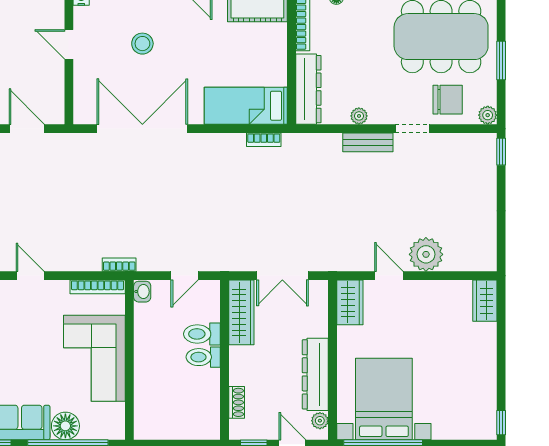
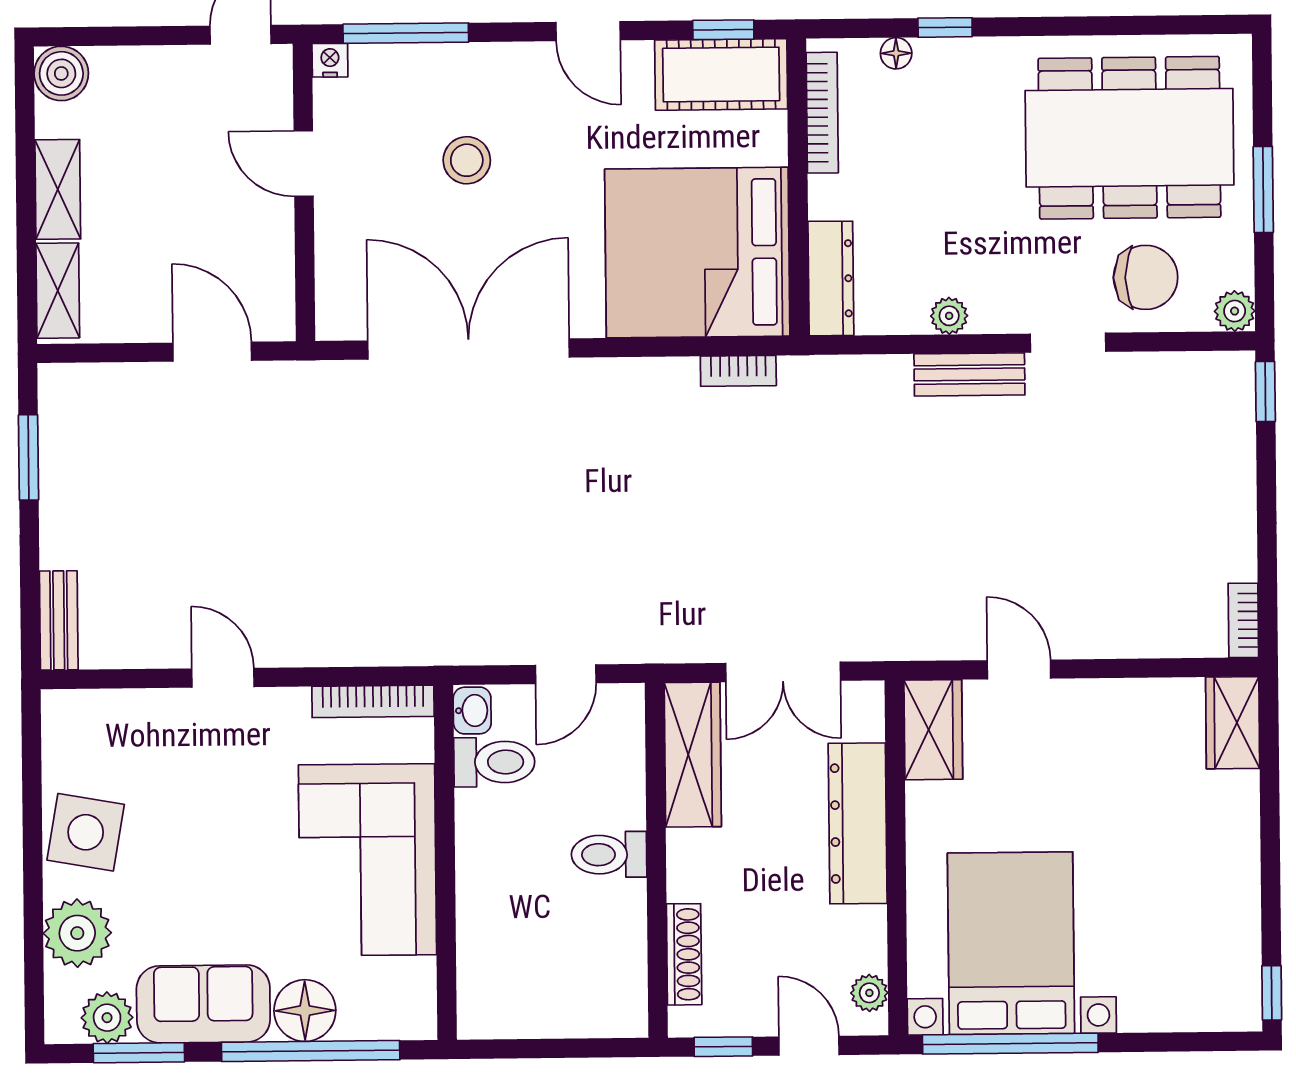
dresser: (308, 89) -> (831, 278), width x0.73, depth x0.80
bed: (246, 106) -> (697, 253), width x2.04
plant: (426, 254) -> (1101, 621), removed
bookcase: (119, 265) -> (1243, 620), moved, turned -90
toilet: (202, 334) -> (494, 762), moved, turned 180
dresser: (315, 374) -> (858, 823), moved
shoe rack: (237, 402) -> (684, 954), width x1.43

